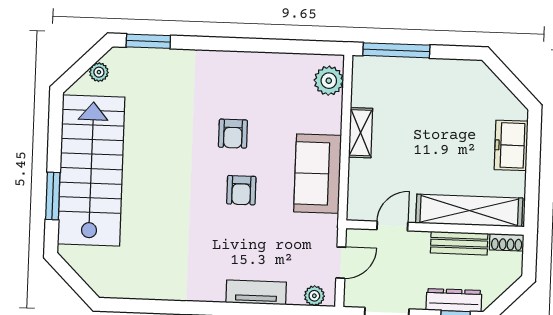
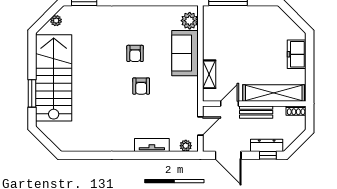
shelving: (361, 133) -> (209, 74), moved
sofa: (318, 174) -> (185, 53), moved
bench: (459, 243) -> (256, 112), moved

